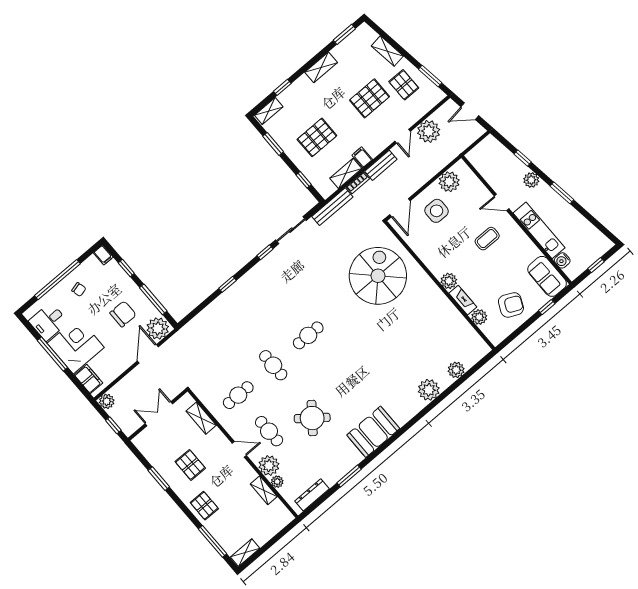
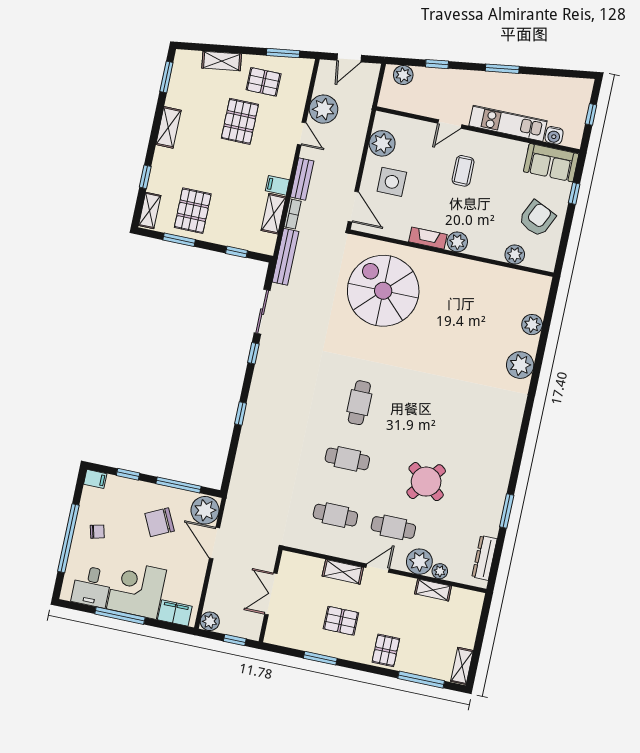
pallet: (317, 137) -> (193, 211), moved
plant: (531, 180) -> (403, 75), moved
fireplace: (463, 300) -> (428, 238), moved
chair: (123, 314) -> (160, 522), turned -116
cafe table: (238, 395) -> (335, 515), turned 90
shelving: (201, 418) -> (343, 572), moved
booth: (373, 432) -> (497, 449), removed
pallet: (204, 506) -> (386, 650), turned 90

